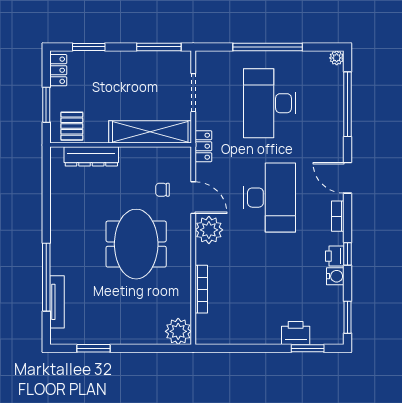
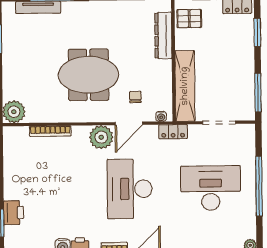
water cooler: (185, 160) -> (161, 116), added
desk: (269, 198) -> (130, 189), turned 90

